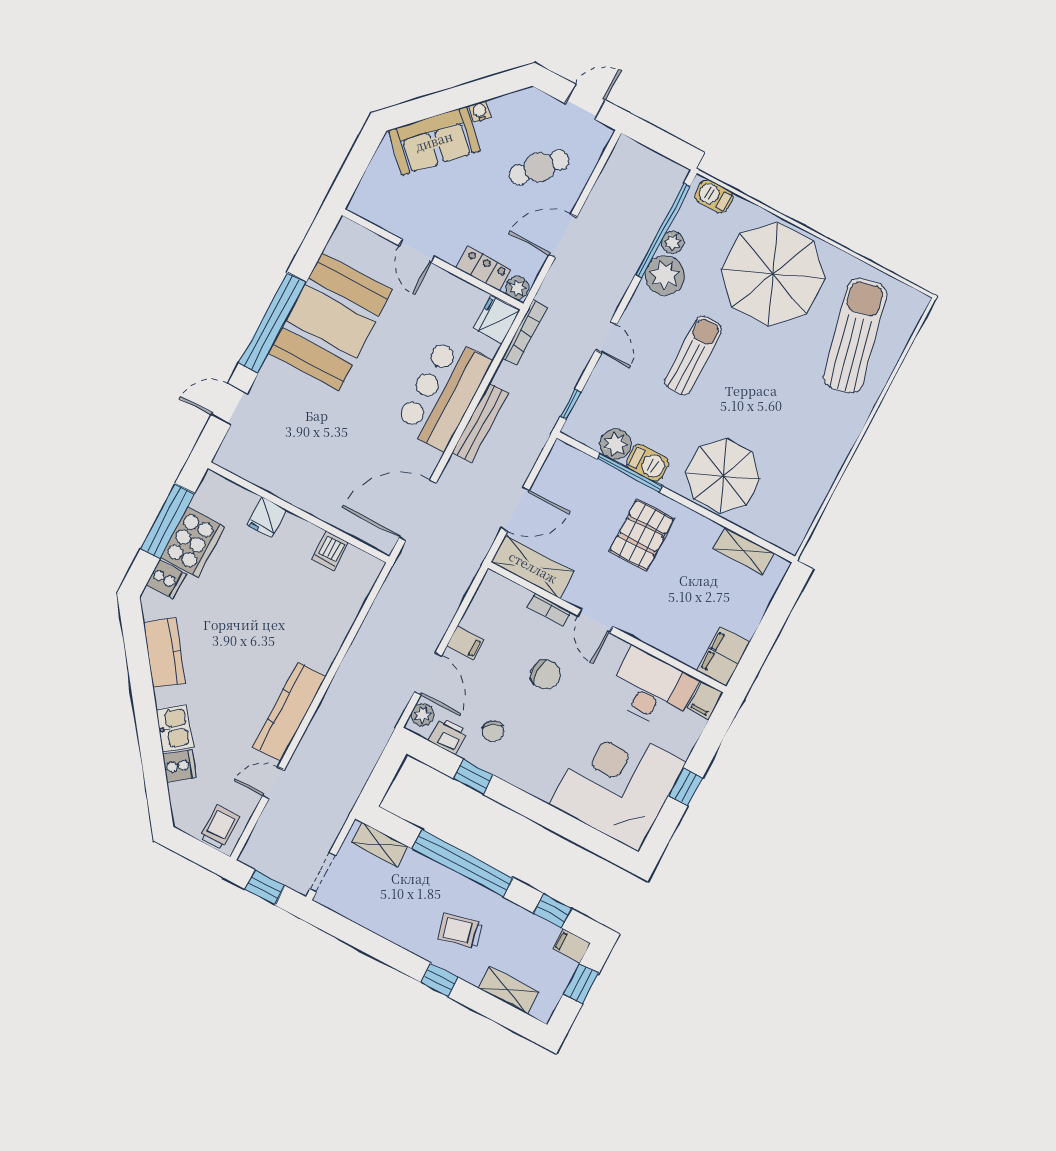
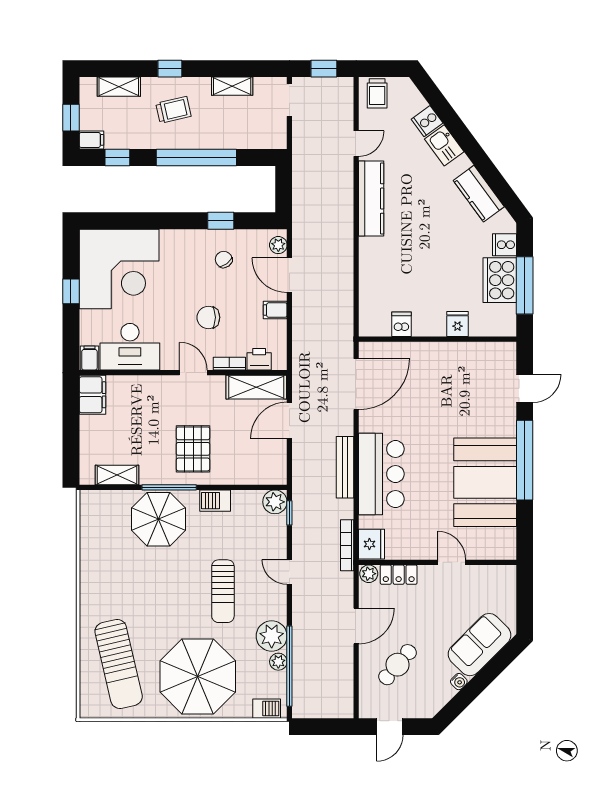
plant: (616, 444) -> (275, 502), moved
window: (630, 473) -> (169, 487), moved
printer: (448, 736) -> (259, 359), moved, turned 180
shelving: (380, 845) -> (232, 86), moved

